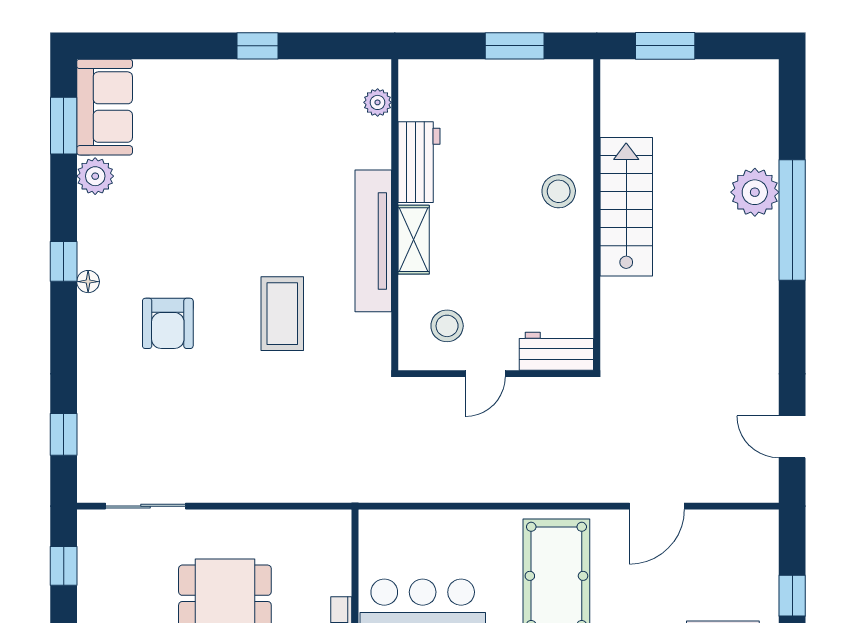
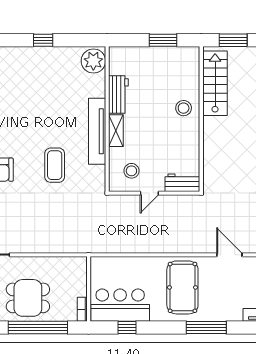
plant: (378, 102) -> (93, 61), width x1.87, depth x1.87
stairs: (626, 207) -> (215, 83), moved
door: (657, 506) -> (229, 255), swing flipped

